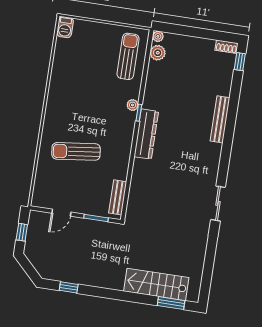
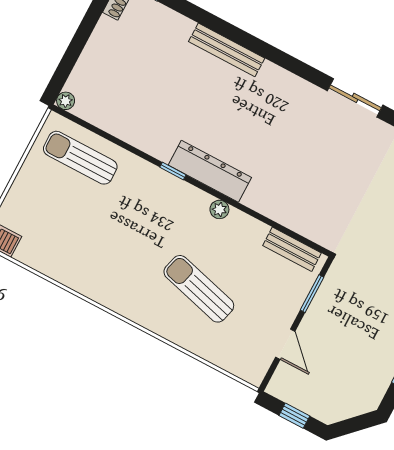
plant: (158, 53) -> (91, 110), removed
plant: (133, 105) -> (219, 209), moved
sun lounger: (76, 151) -> (199, 289), turned 112

